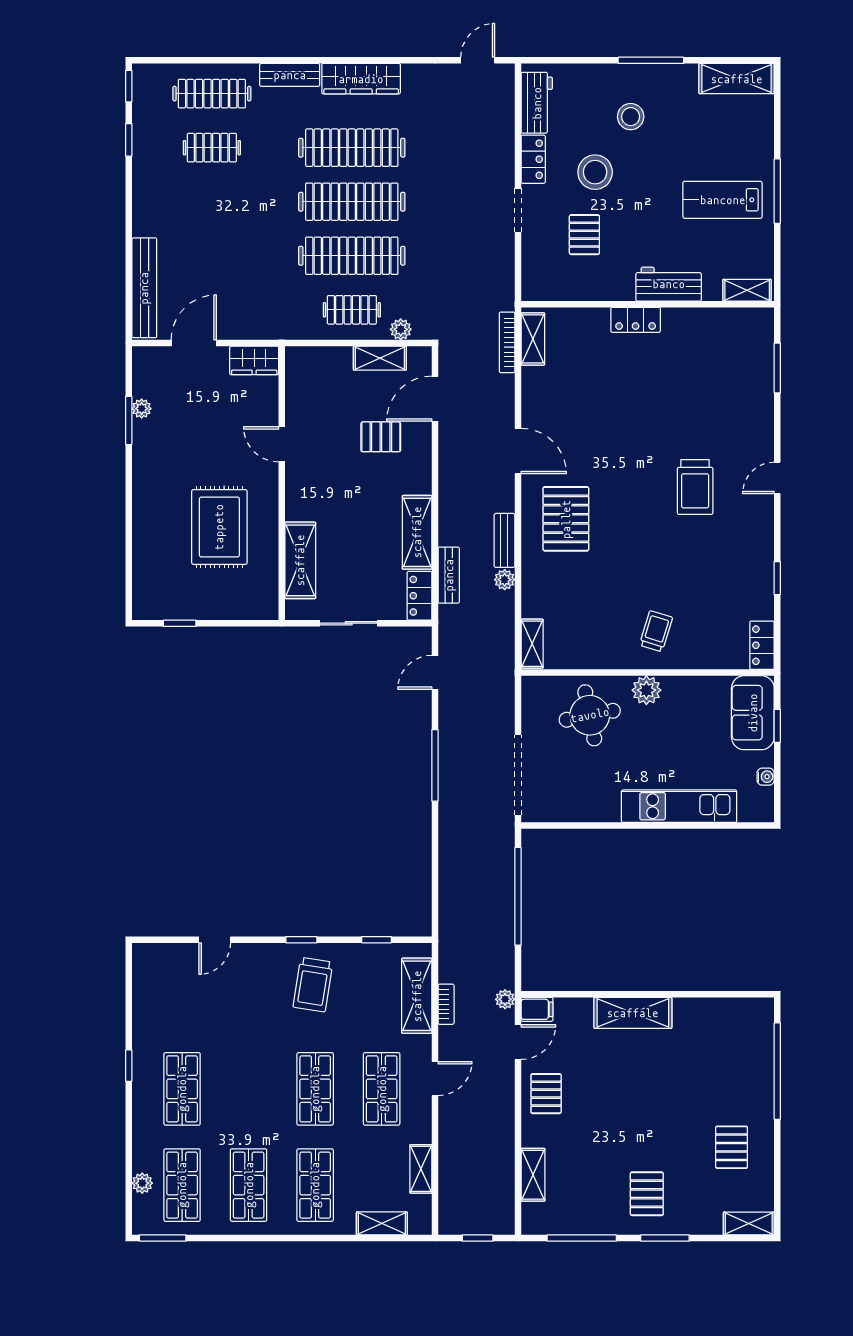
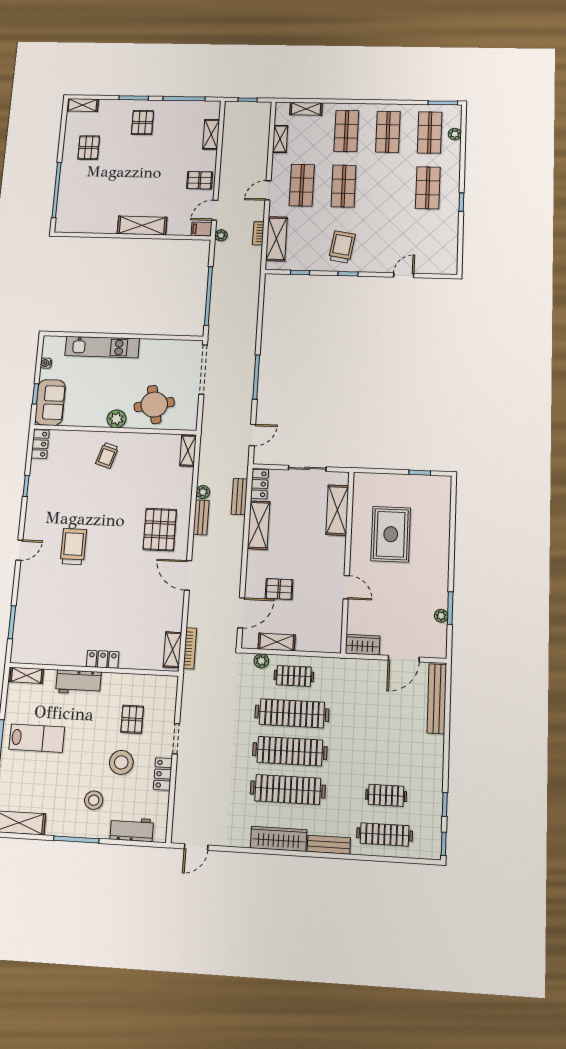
workbench: (537, 103) -> (132, 829), moved, turned 90
pallet: (546, 1094) -> (200, 180), turned 90

